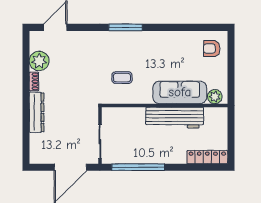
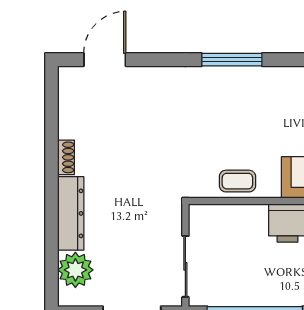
plant: (39, 61) -> (75, 270), moved
coffee table: (122, 78) -> (237, 181), moved

